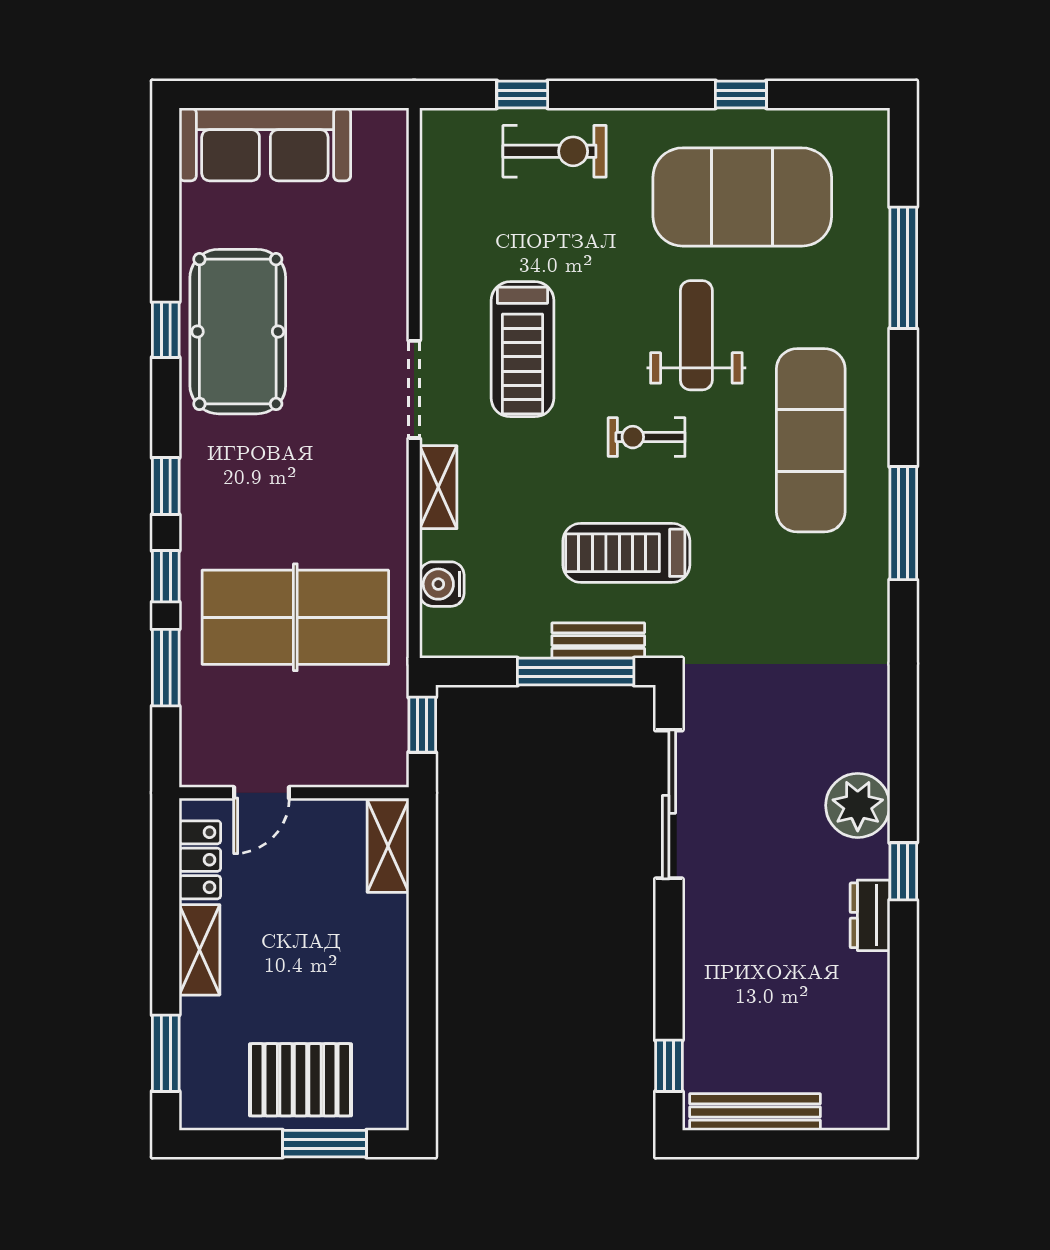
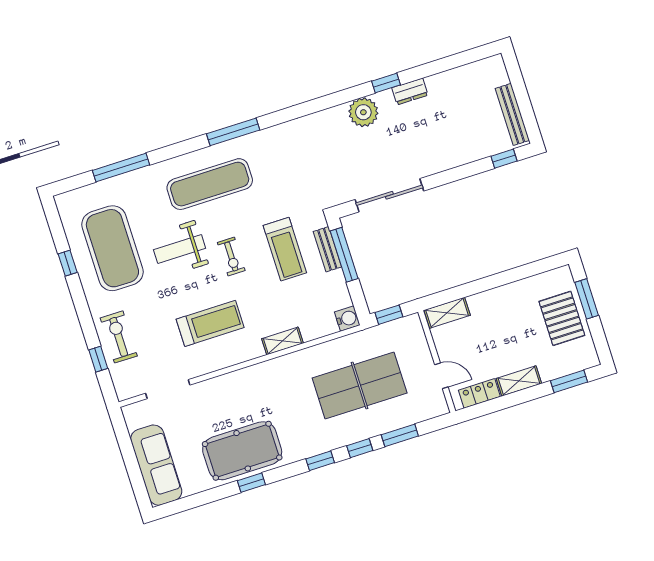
doorway: (414, 389) -> (168, 389), moved
water cooler: (442, 584) -> (347, 319), moved, turned -90
table tennis table: (295, 617) -> (360, 385), turned 90

